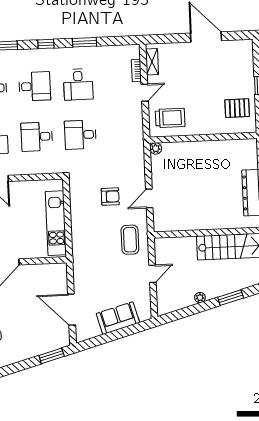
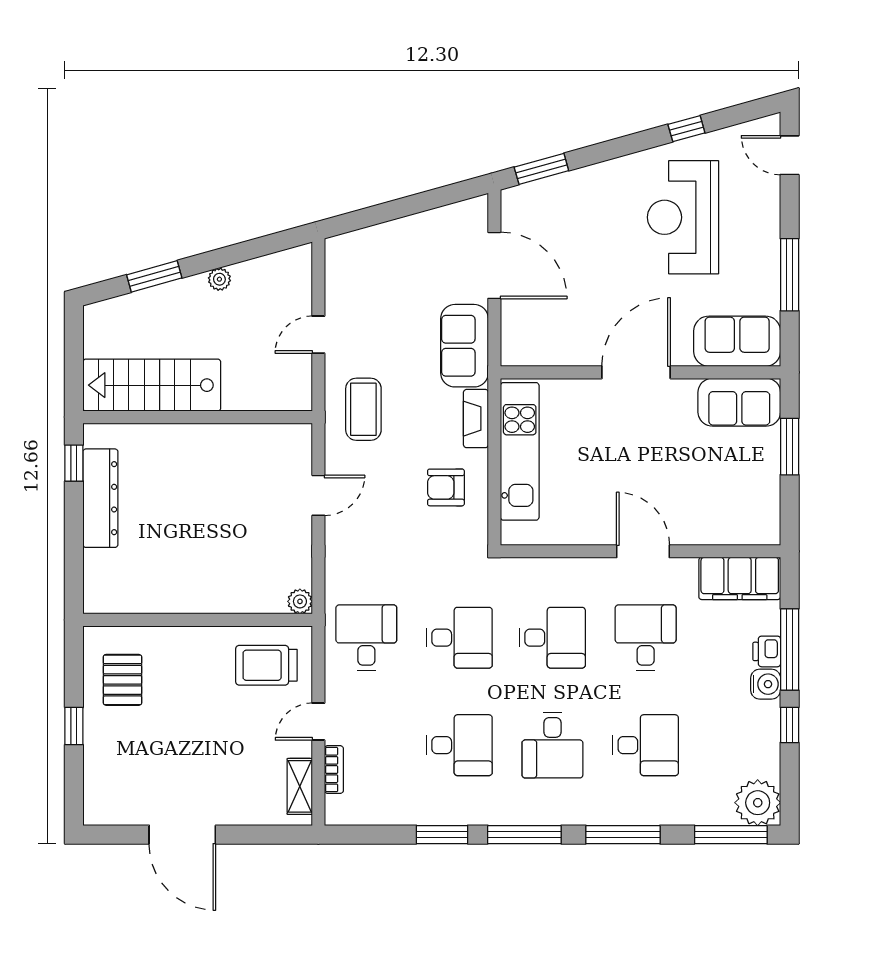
window: (46, 44) -> (524, 835), width x2.17
desk: (78, 84) -> (459, 745), turned 90
desk: (35, 86) -> (552, 745), turned -90
pallet: (237, 108) -> (122, 680), turned 90
desk: (124, 133) -> (366, 638), added
armchair: (110, 197) -> (446, 487), moved
fireplace: (77, 238) -> (476, 419), added
sofa: (118, 318) -> (465, 346), moved, turned 106

